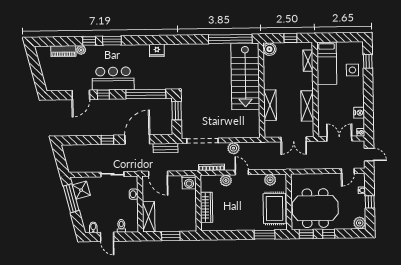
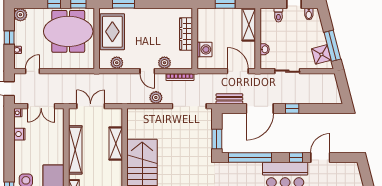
shelving: (307, 106) -> (75, 150), width x1.47
washing machine: (189, 182) -> (204, 49), moved, turned 90

